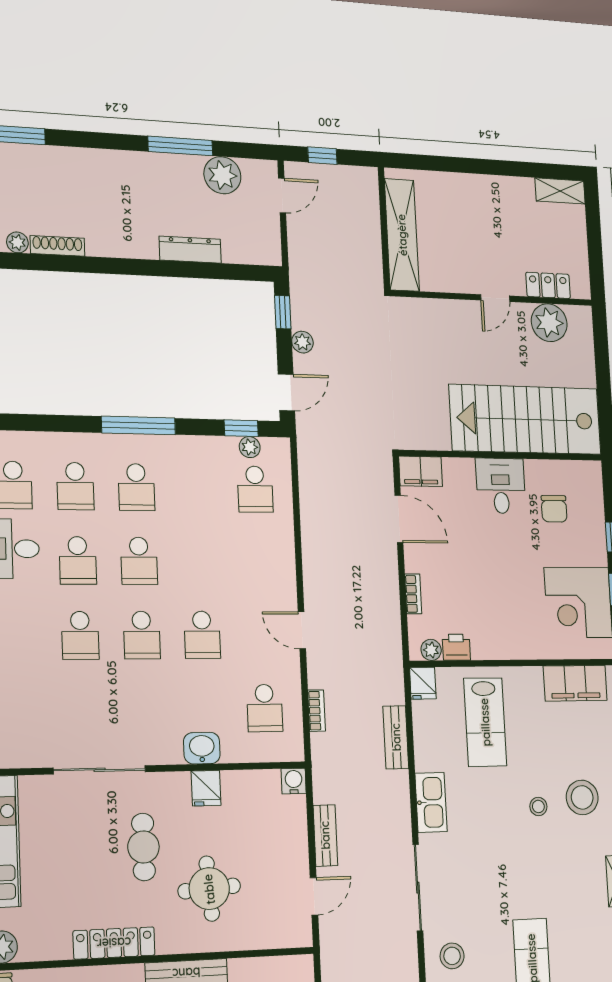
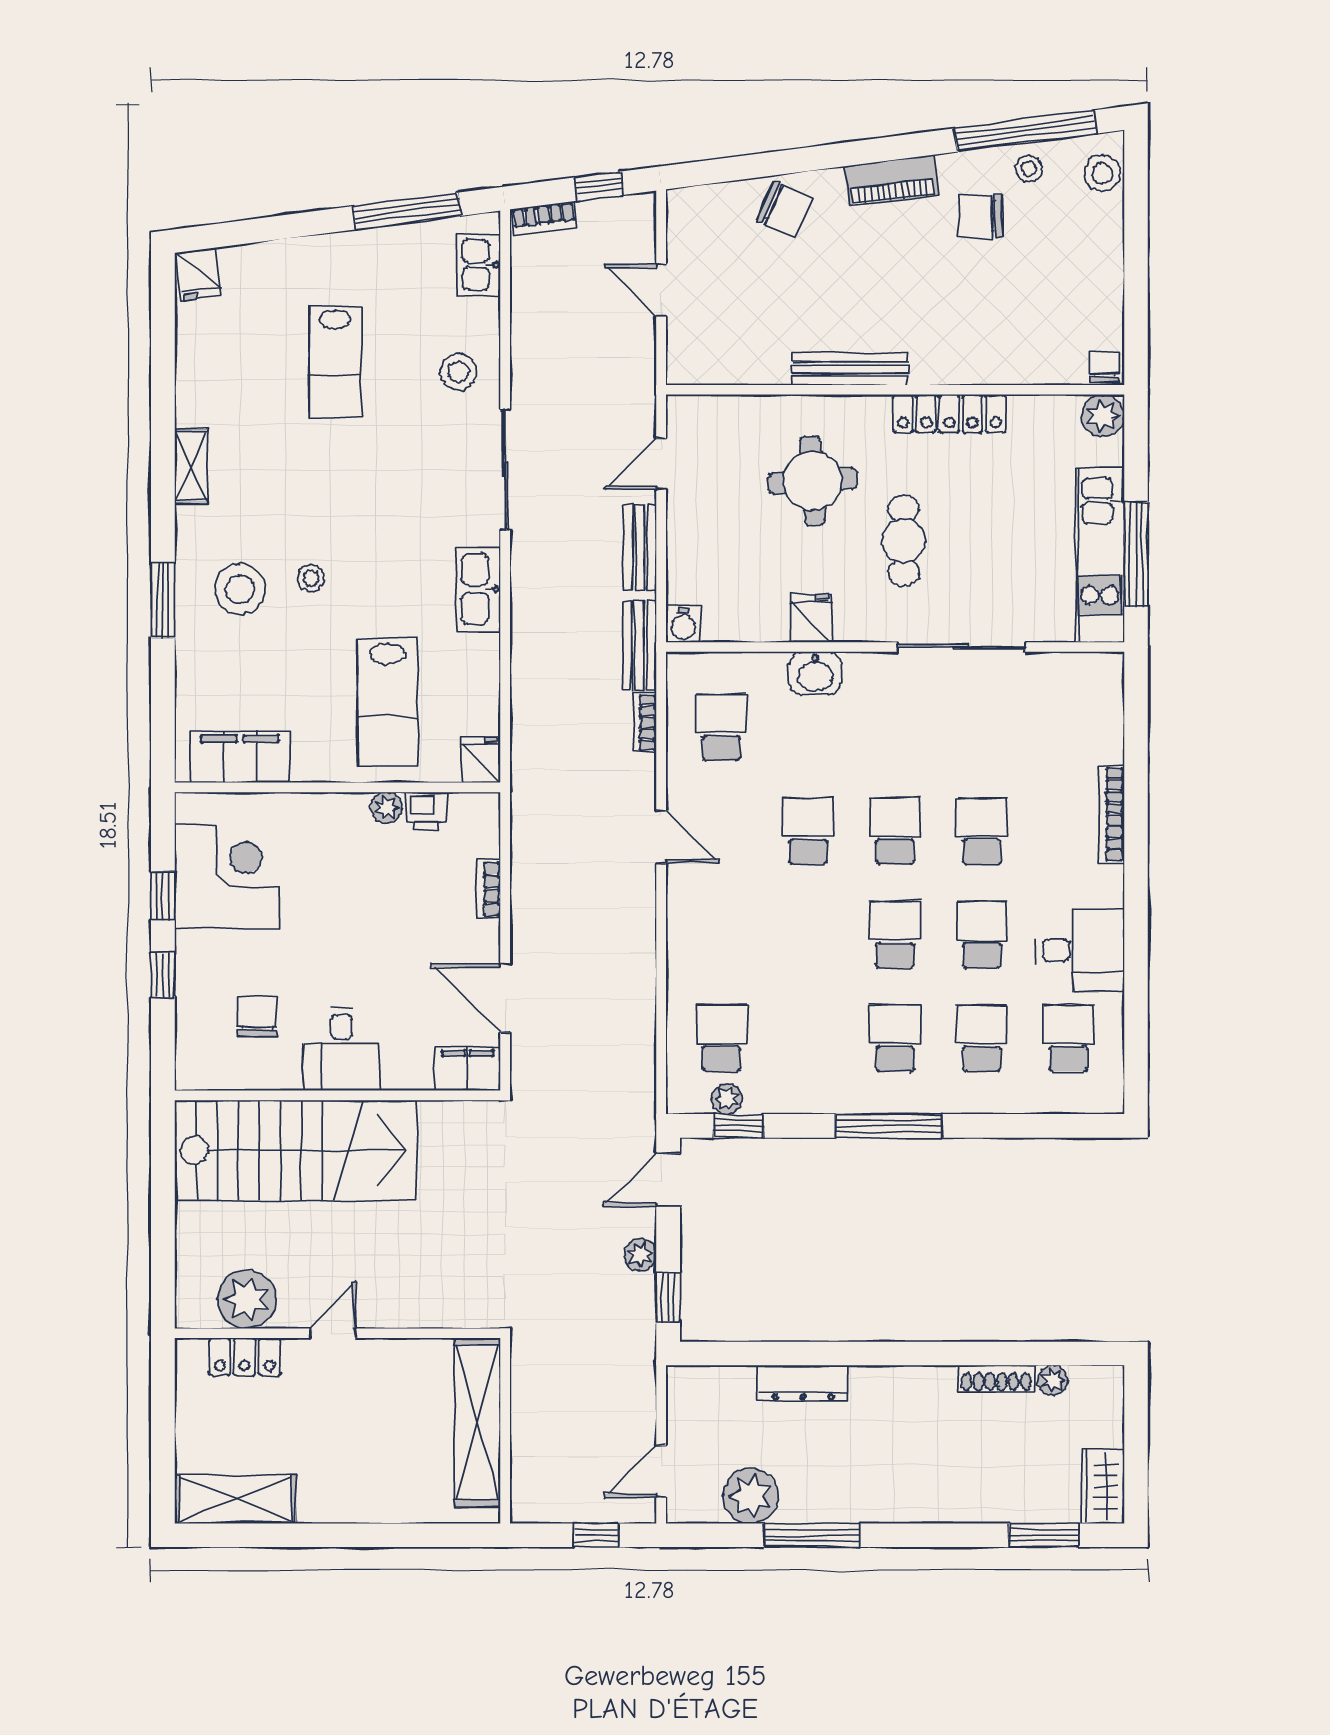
shelving: (560, 191) -> (235, 1499), width x1.50, depth x1.33
plant: (431, 650) -> (386, 808), moved
lab bench: (485, 722) -> (387, 702), turned 180
bench: (396, 737) -> (639, 645), moved

